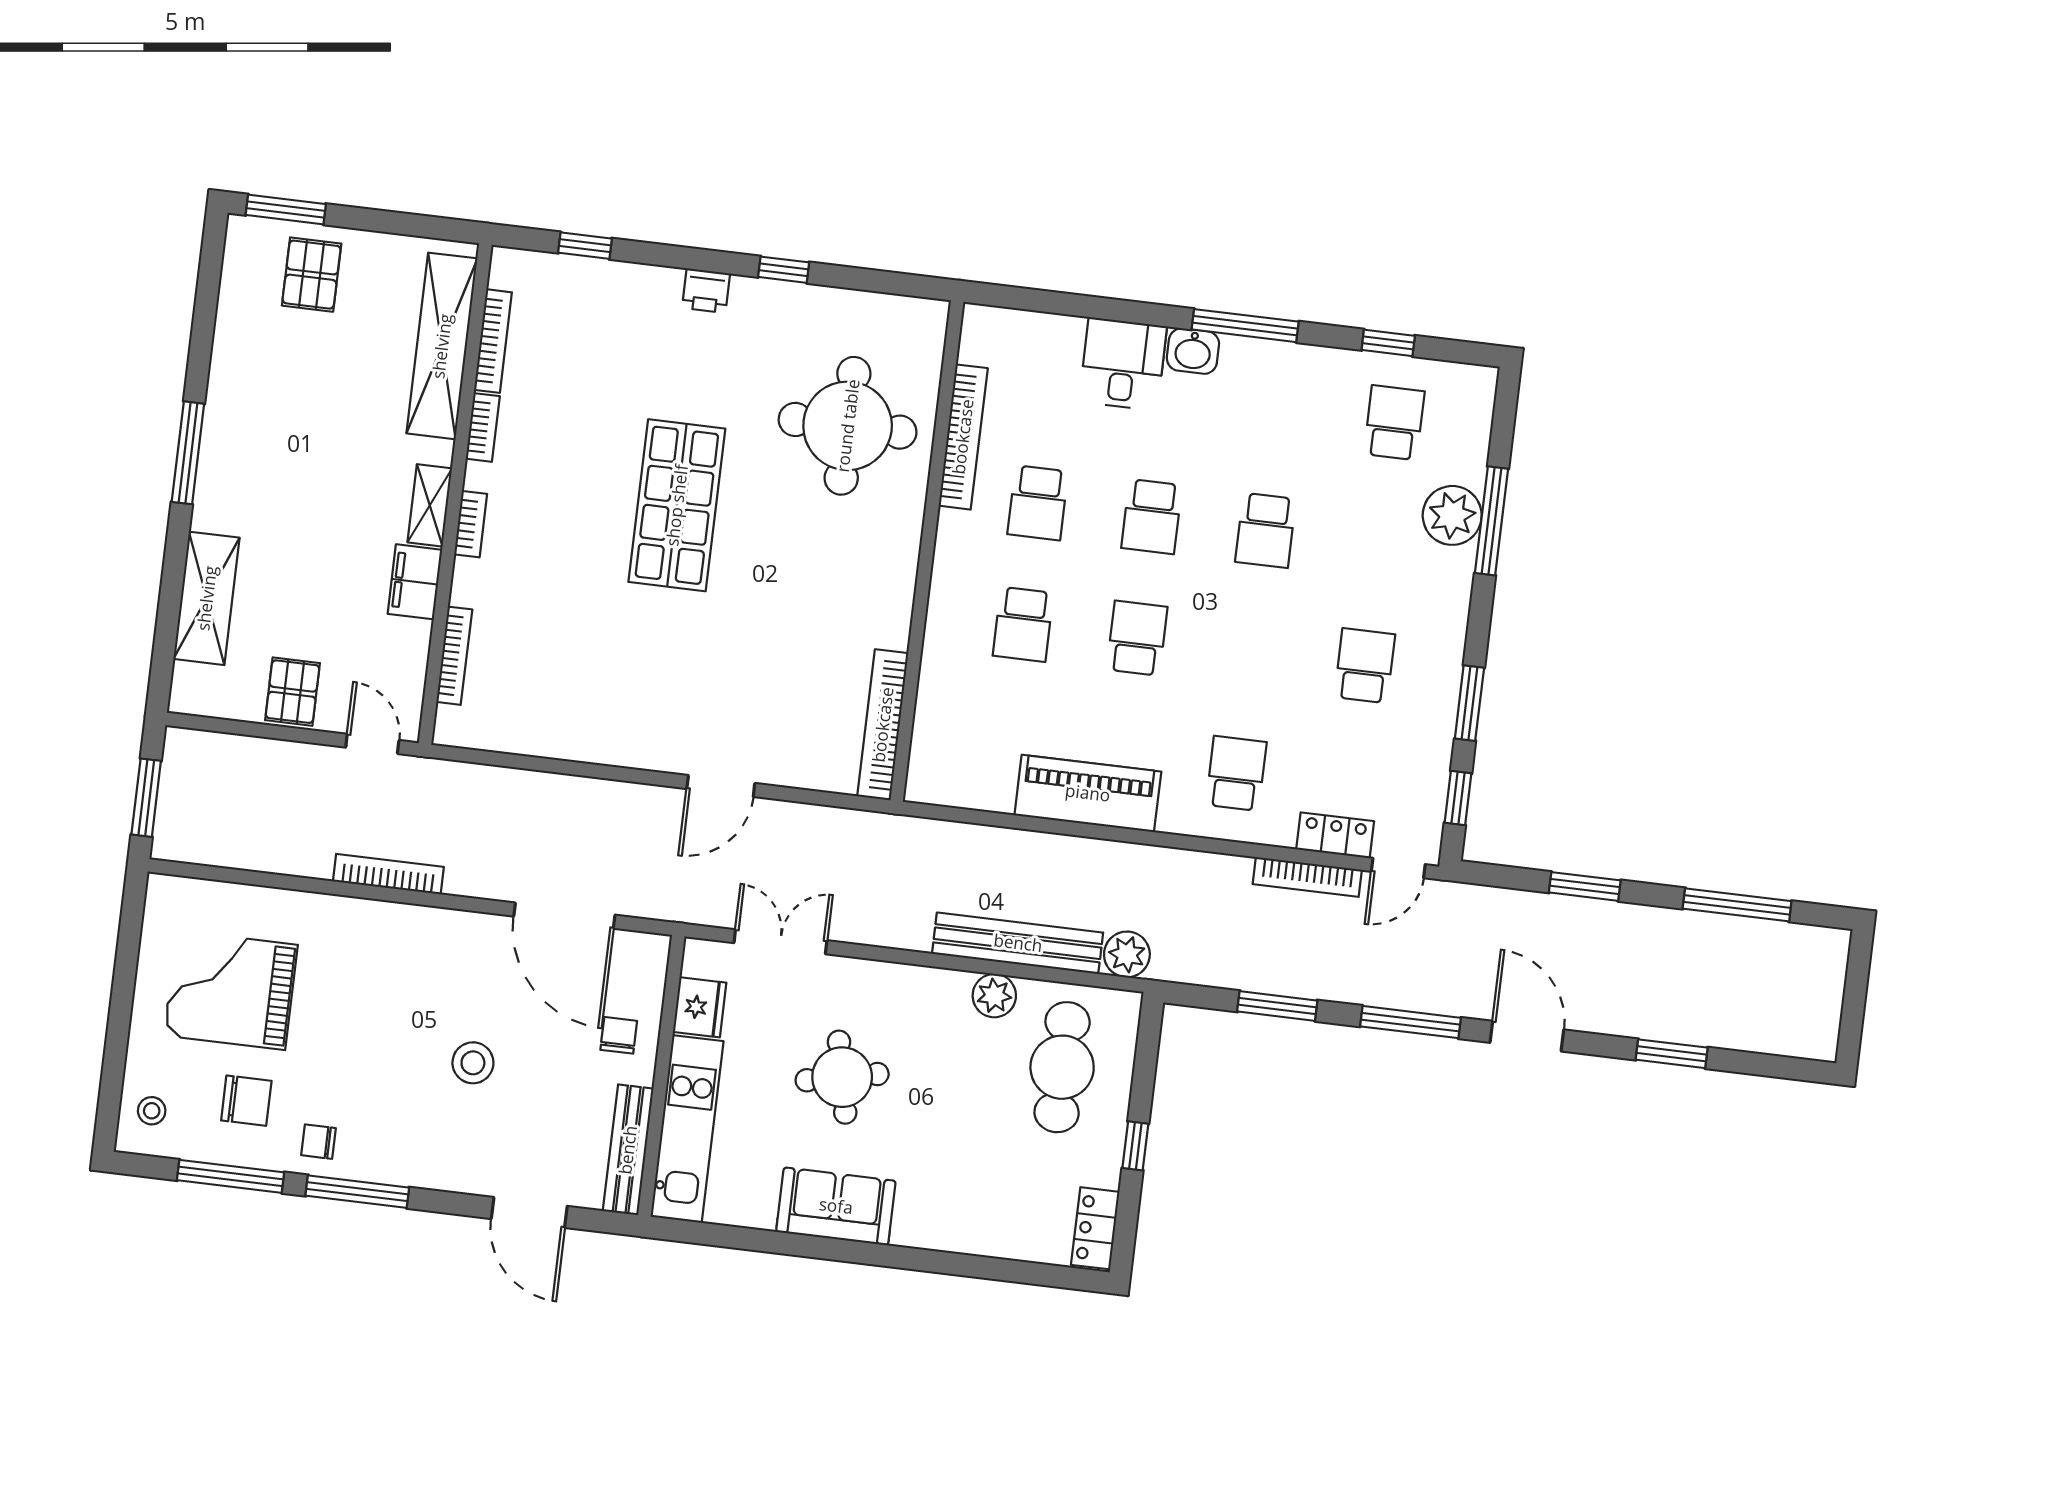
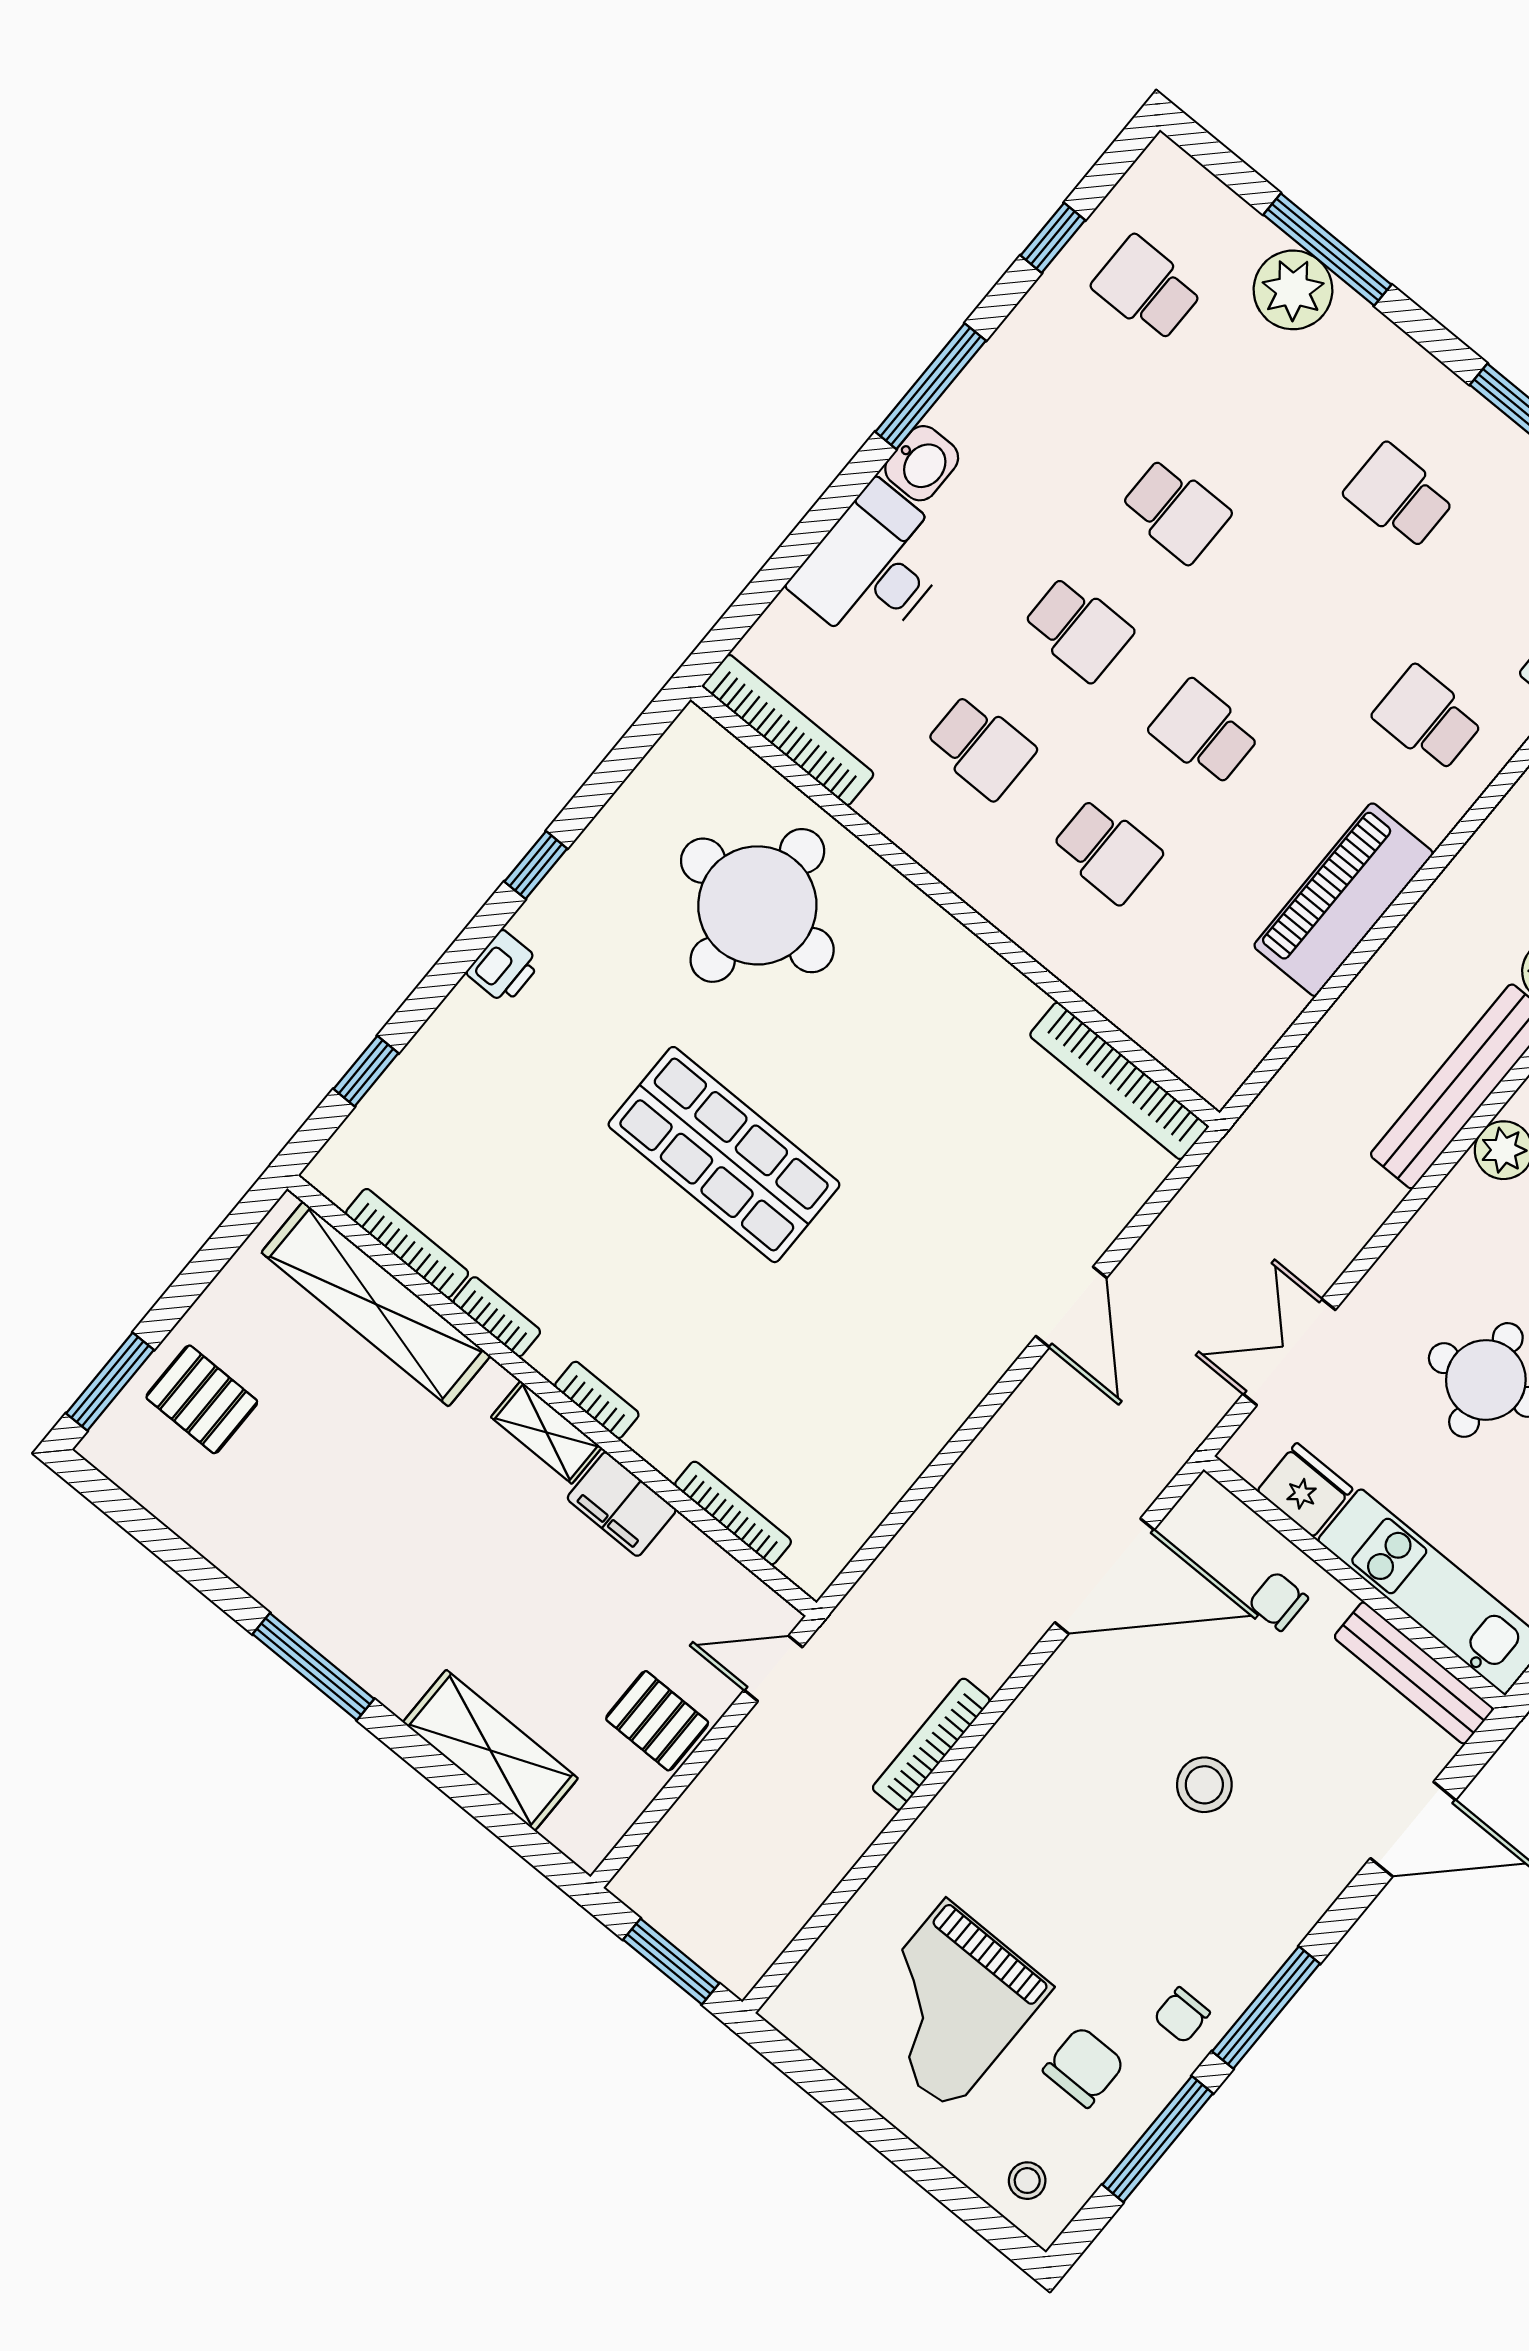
desk: (1123, 364) -> (873, 567), width x1.37
bookcase: (963, 437) -> (788, 730), moved

